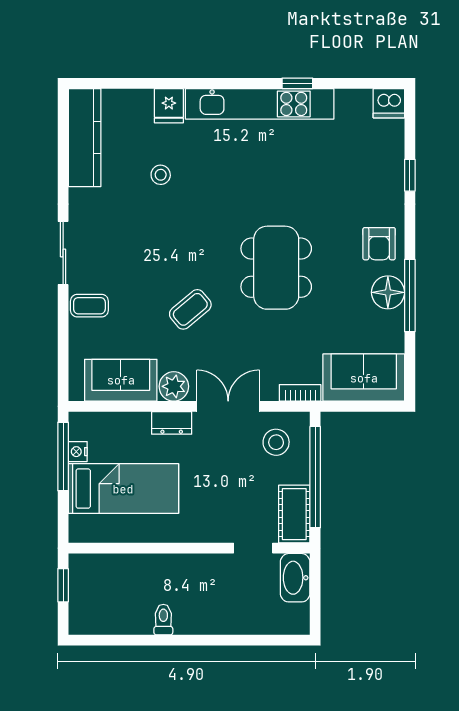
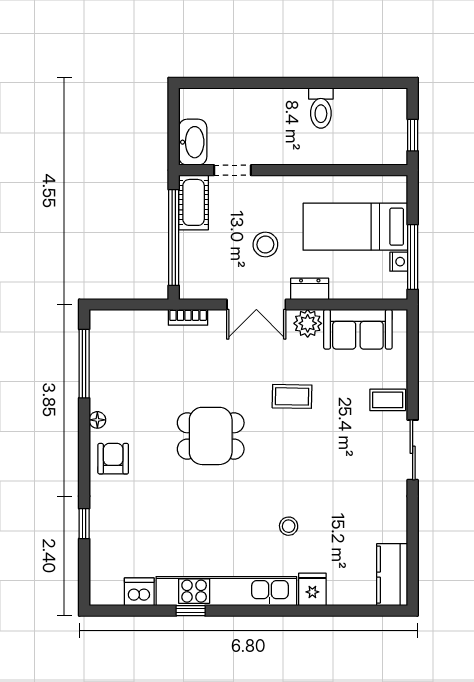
dishwasher: (389, 103) -> (139, 592), moved
kitchen counter: (85, 138) -> (392, 575), width x0.67
stool: (161, 175) -> (289, 526), moved
dining table: (276, 268) -> (211, 436), width x0.73
floor lamp: (388, 292) -> (97, 420), width x0.53, depth x0.53
window: (410, 296) -> (84, 364), moved
coffee table: (190, 309) -> (292, 396), turned 41
sofa: (364, 378) -> (128, 332), removed
stool: (276, 442) -> (265, 244), moved
toilet: (163, 620) -> (321, 108), width x1.37, depth x1.39

